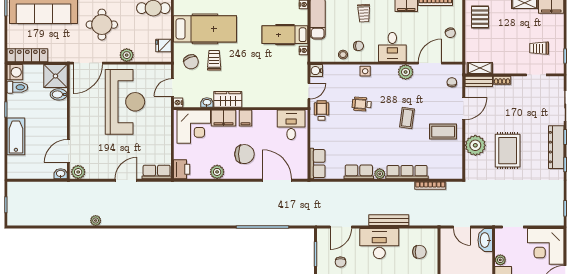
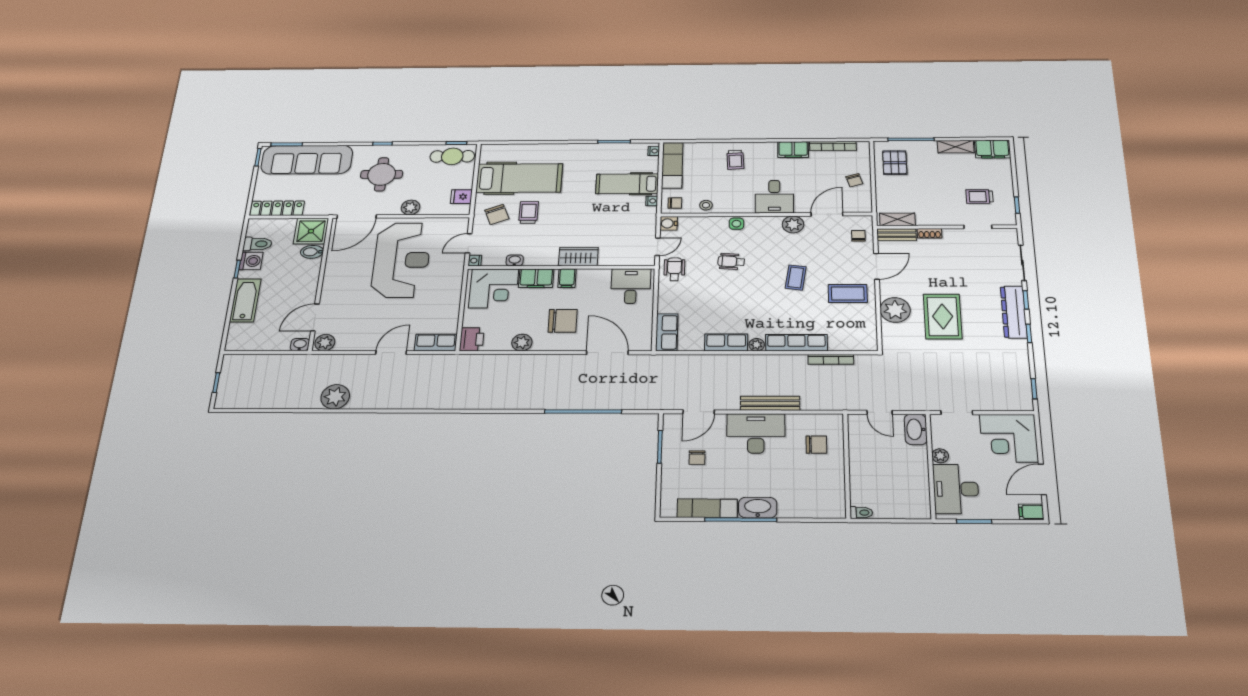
chair: (359, 46) -> (675, 203), moved
washing machine: (15, 72) -> (251, 261), moved
wardrobe: (228, 99) -> (578, 257), moved
plant: (96, 221) -> (335, 397), width x1.88, depth x1.88

